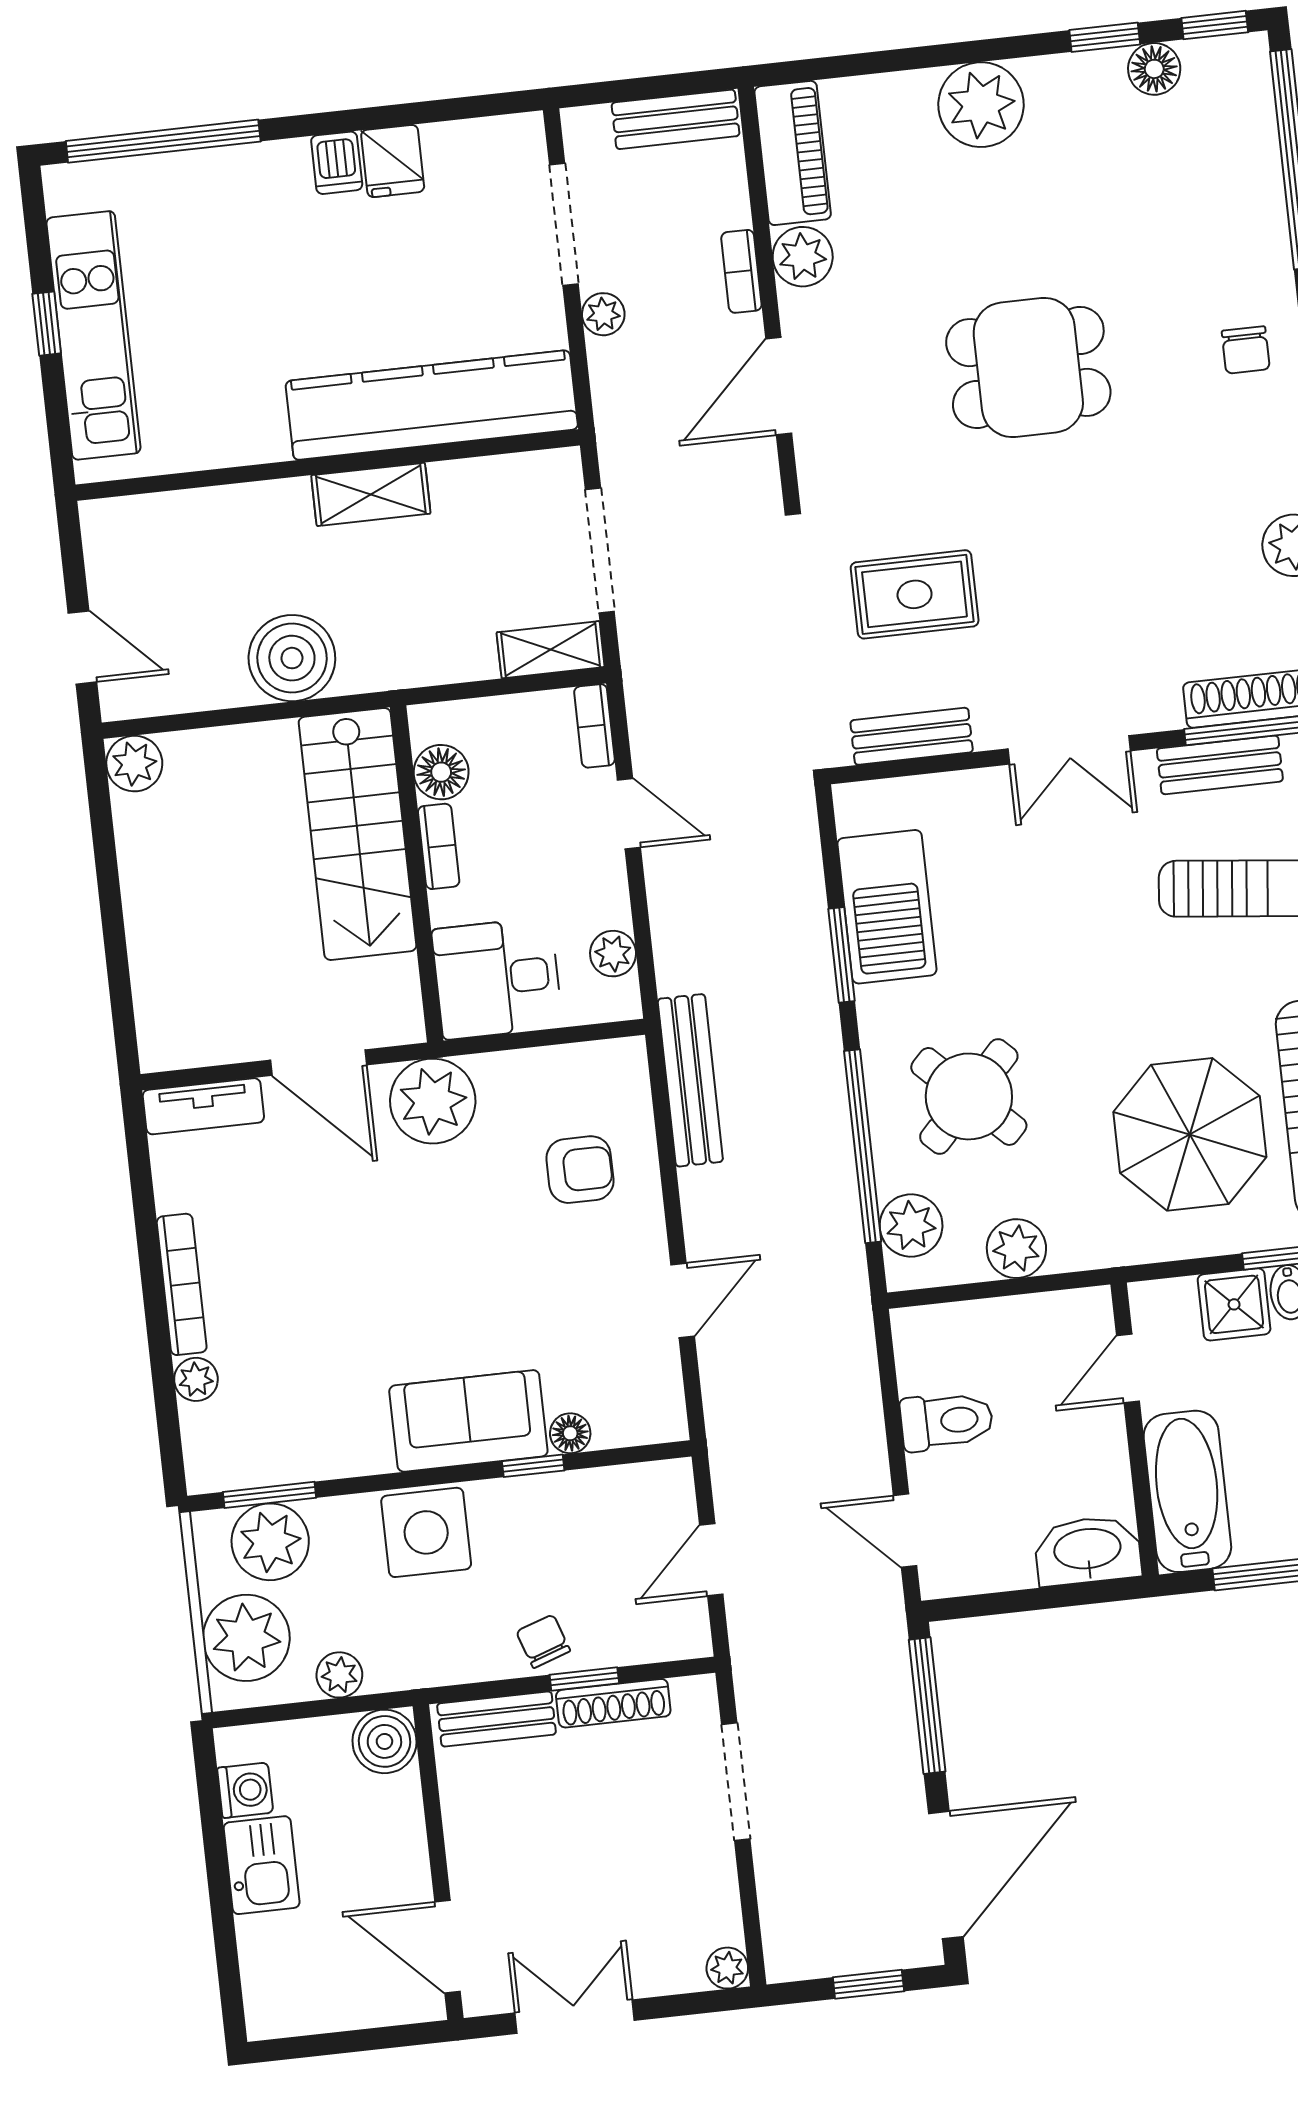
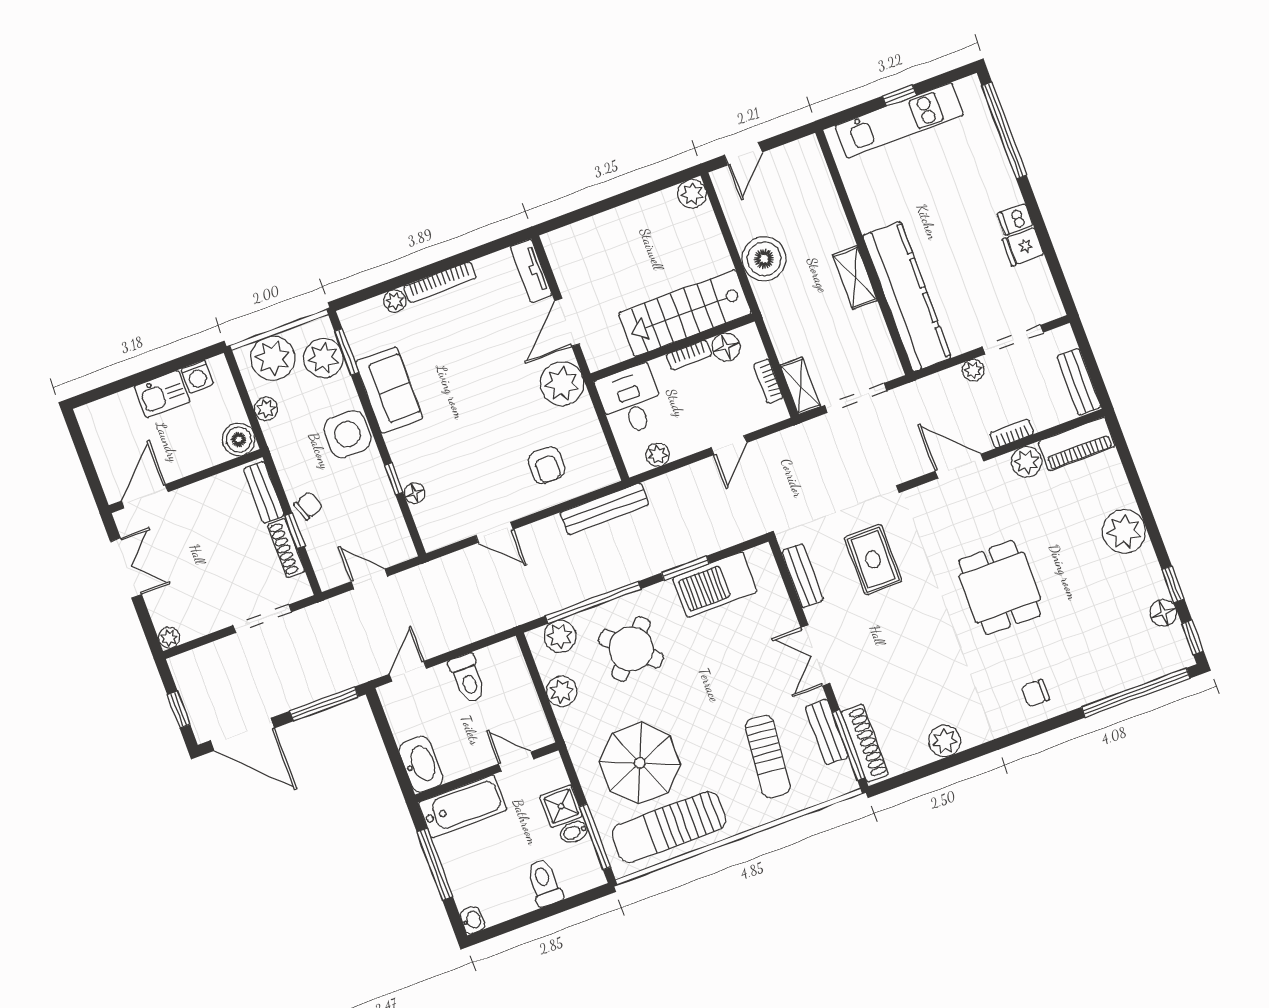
bookcase: (594, 726) -> (768, 381), moved, turned -90
sofa: (468, 1421) -> (389, 390), moved

